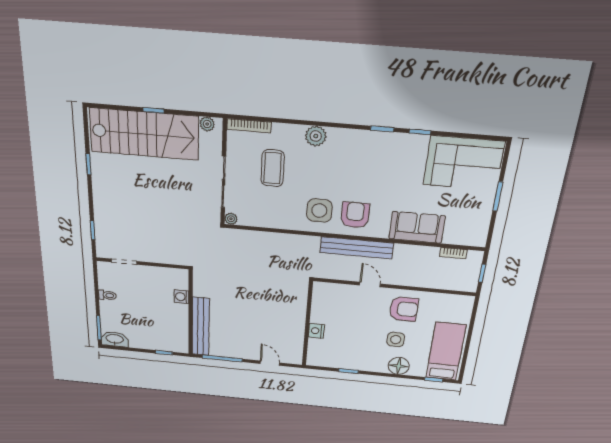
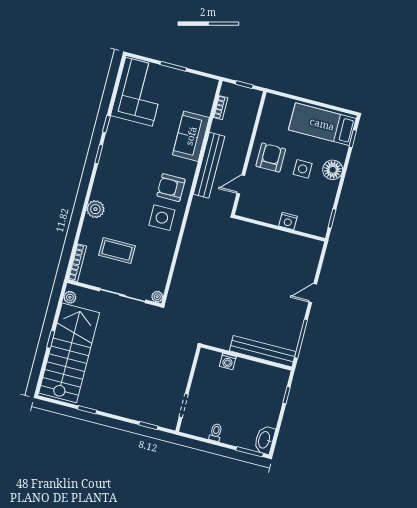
bench: (357, 248) -> (209, 165), moved
wall: (307, 324) -> (280, 228), moved
nightstand: (316, 331) -> (288, 221), moved

